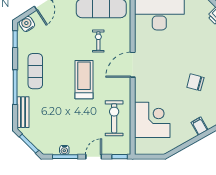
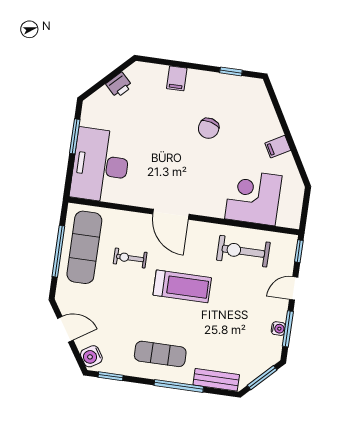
treadmill: (84, 80) -> (182, 286), turned 180
filing cabinet: (199, 126) -> (278, 147), moved
door: (94, 157) -> (294, 288), hinge flipped

